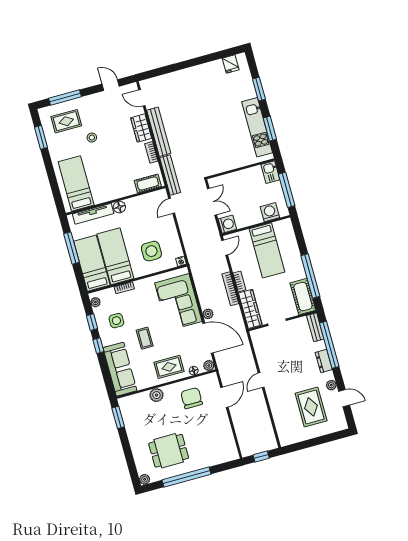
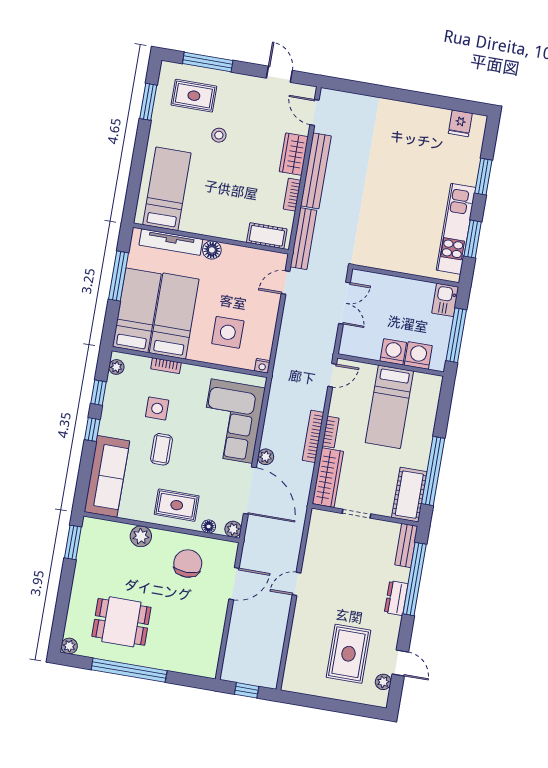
washing machine: (227, 224) -> (393, 352), moved, turned -90
side table: (116, 321) -> (157, 408), moved
plant: (331, 385) -> (383, 682), moved

